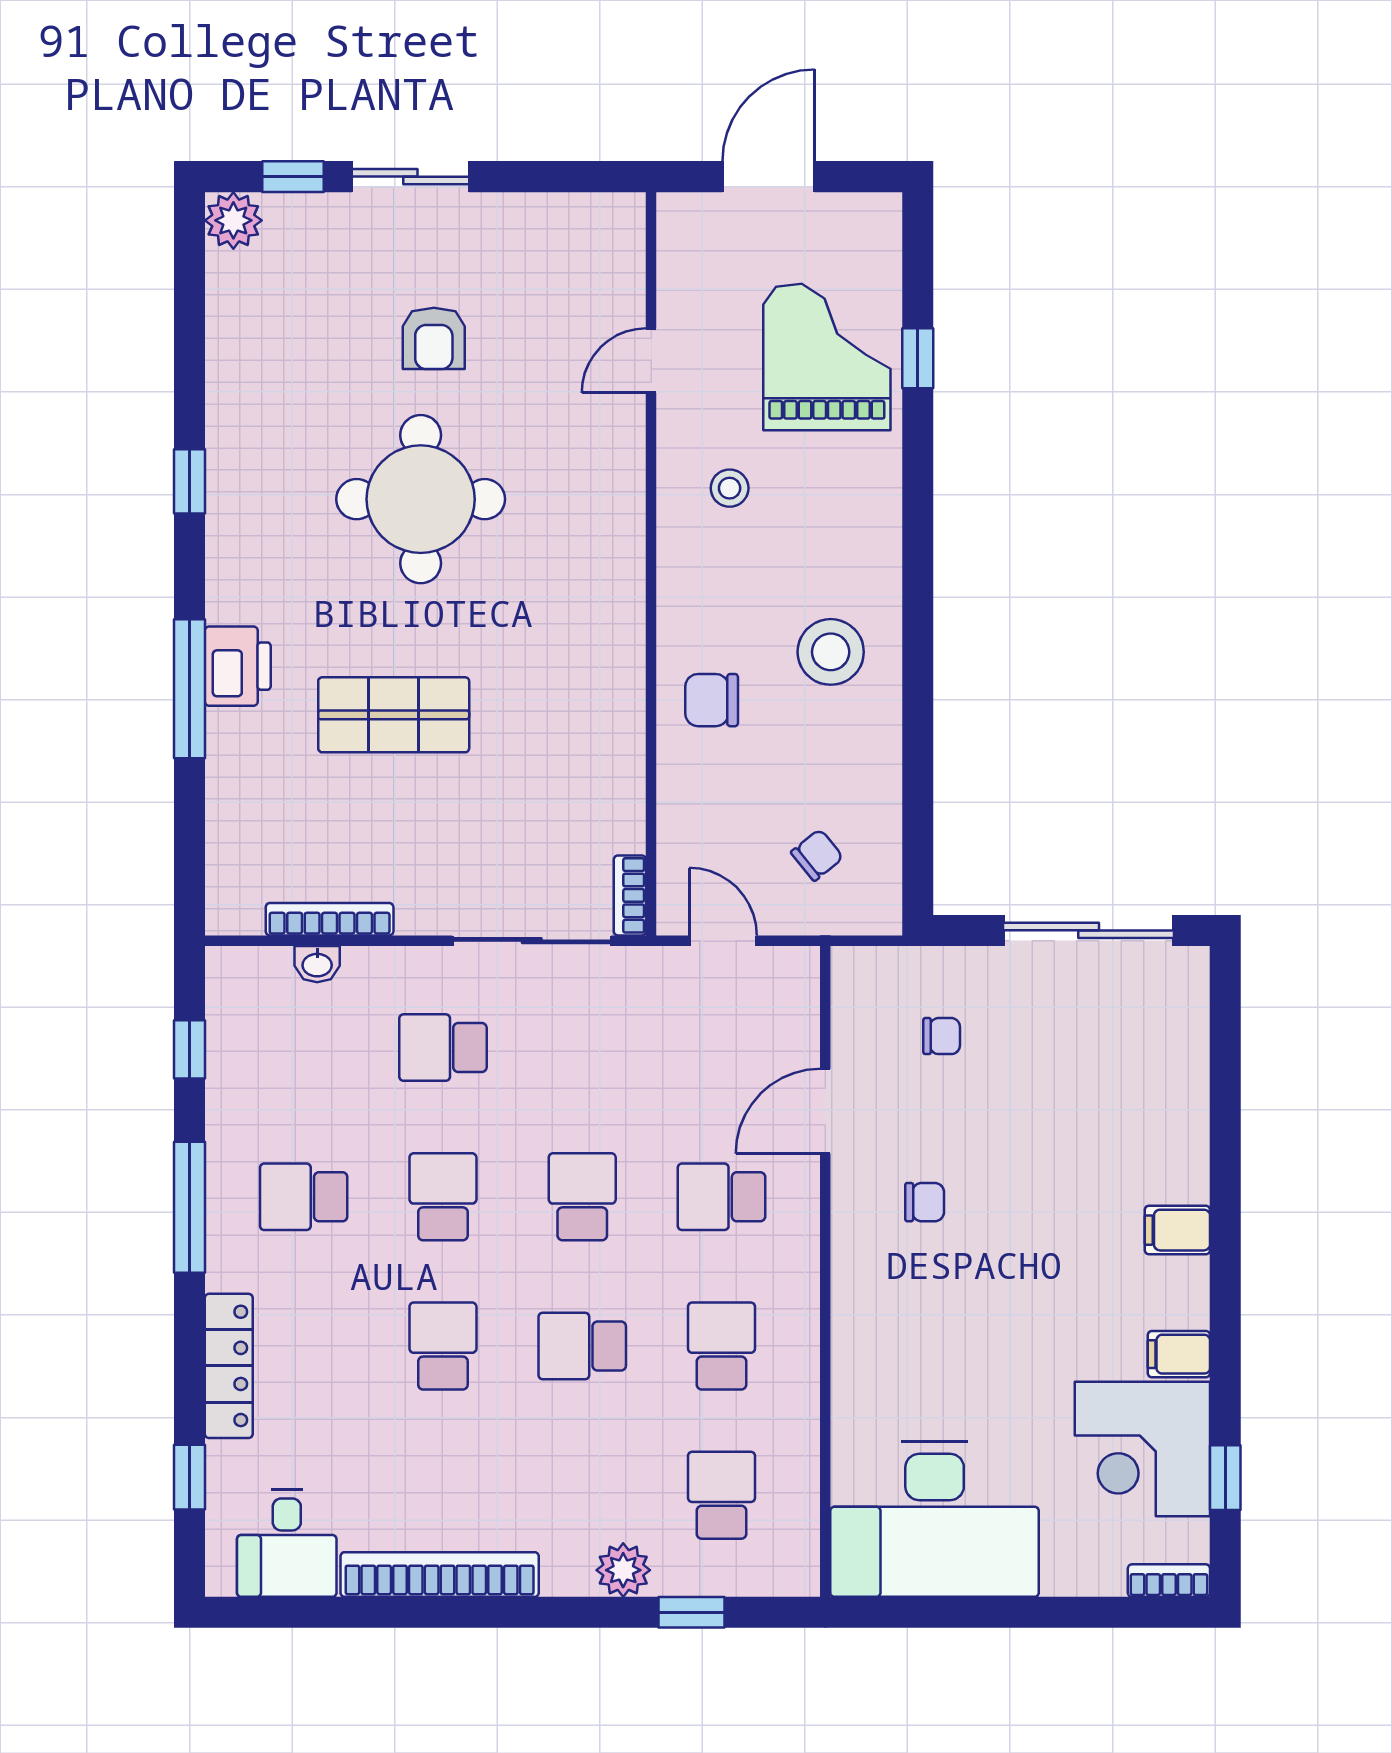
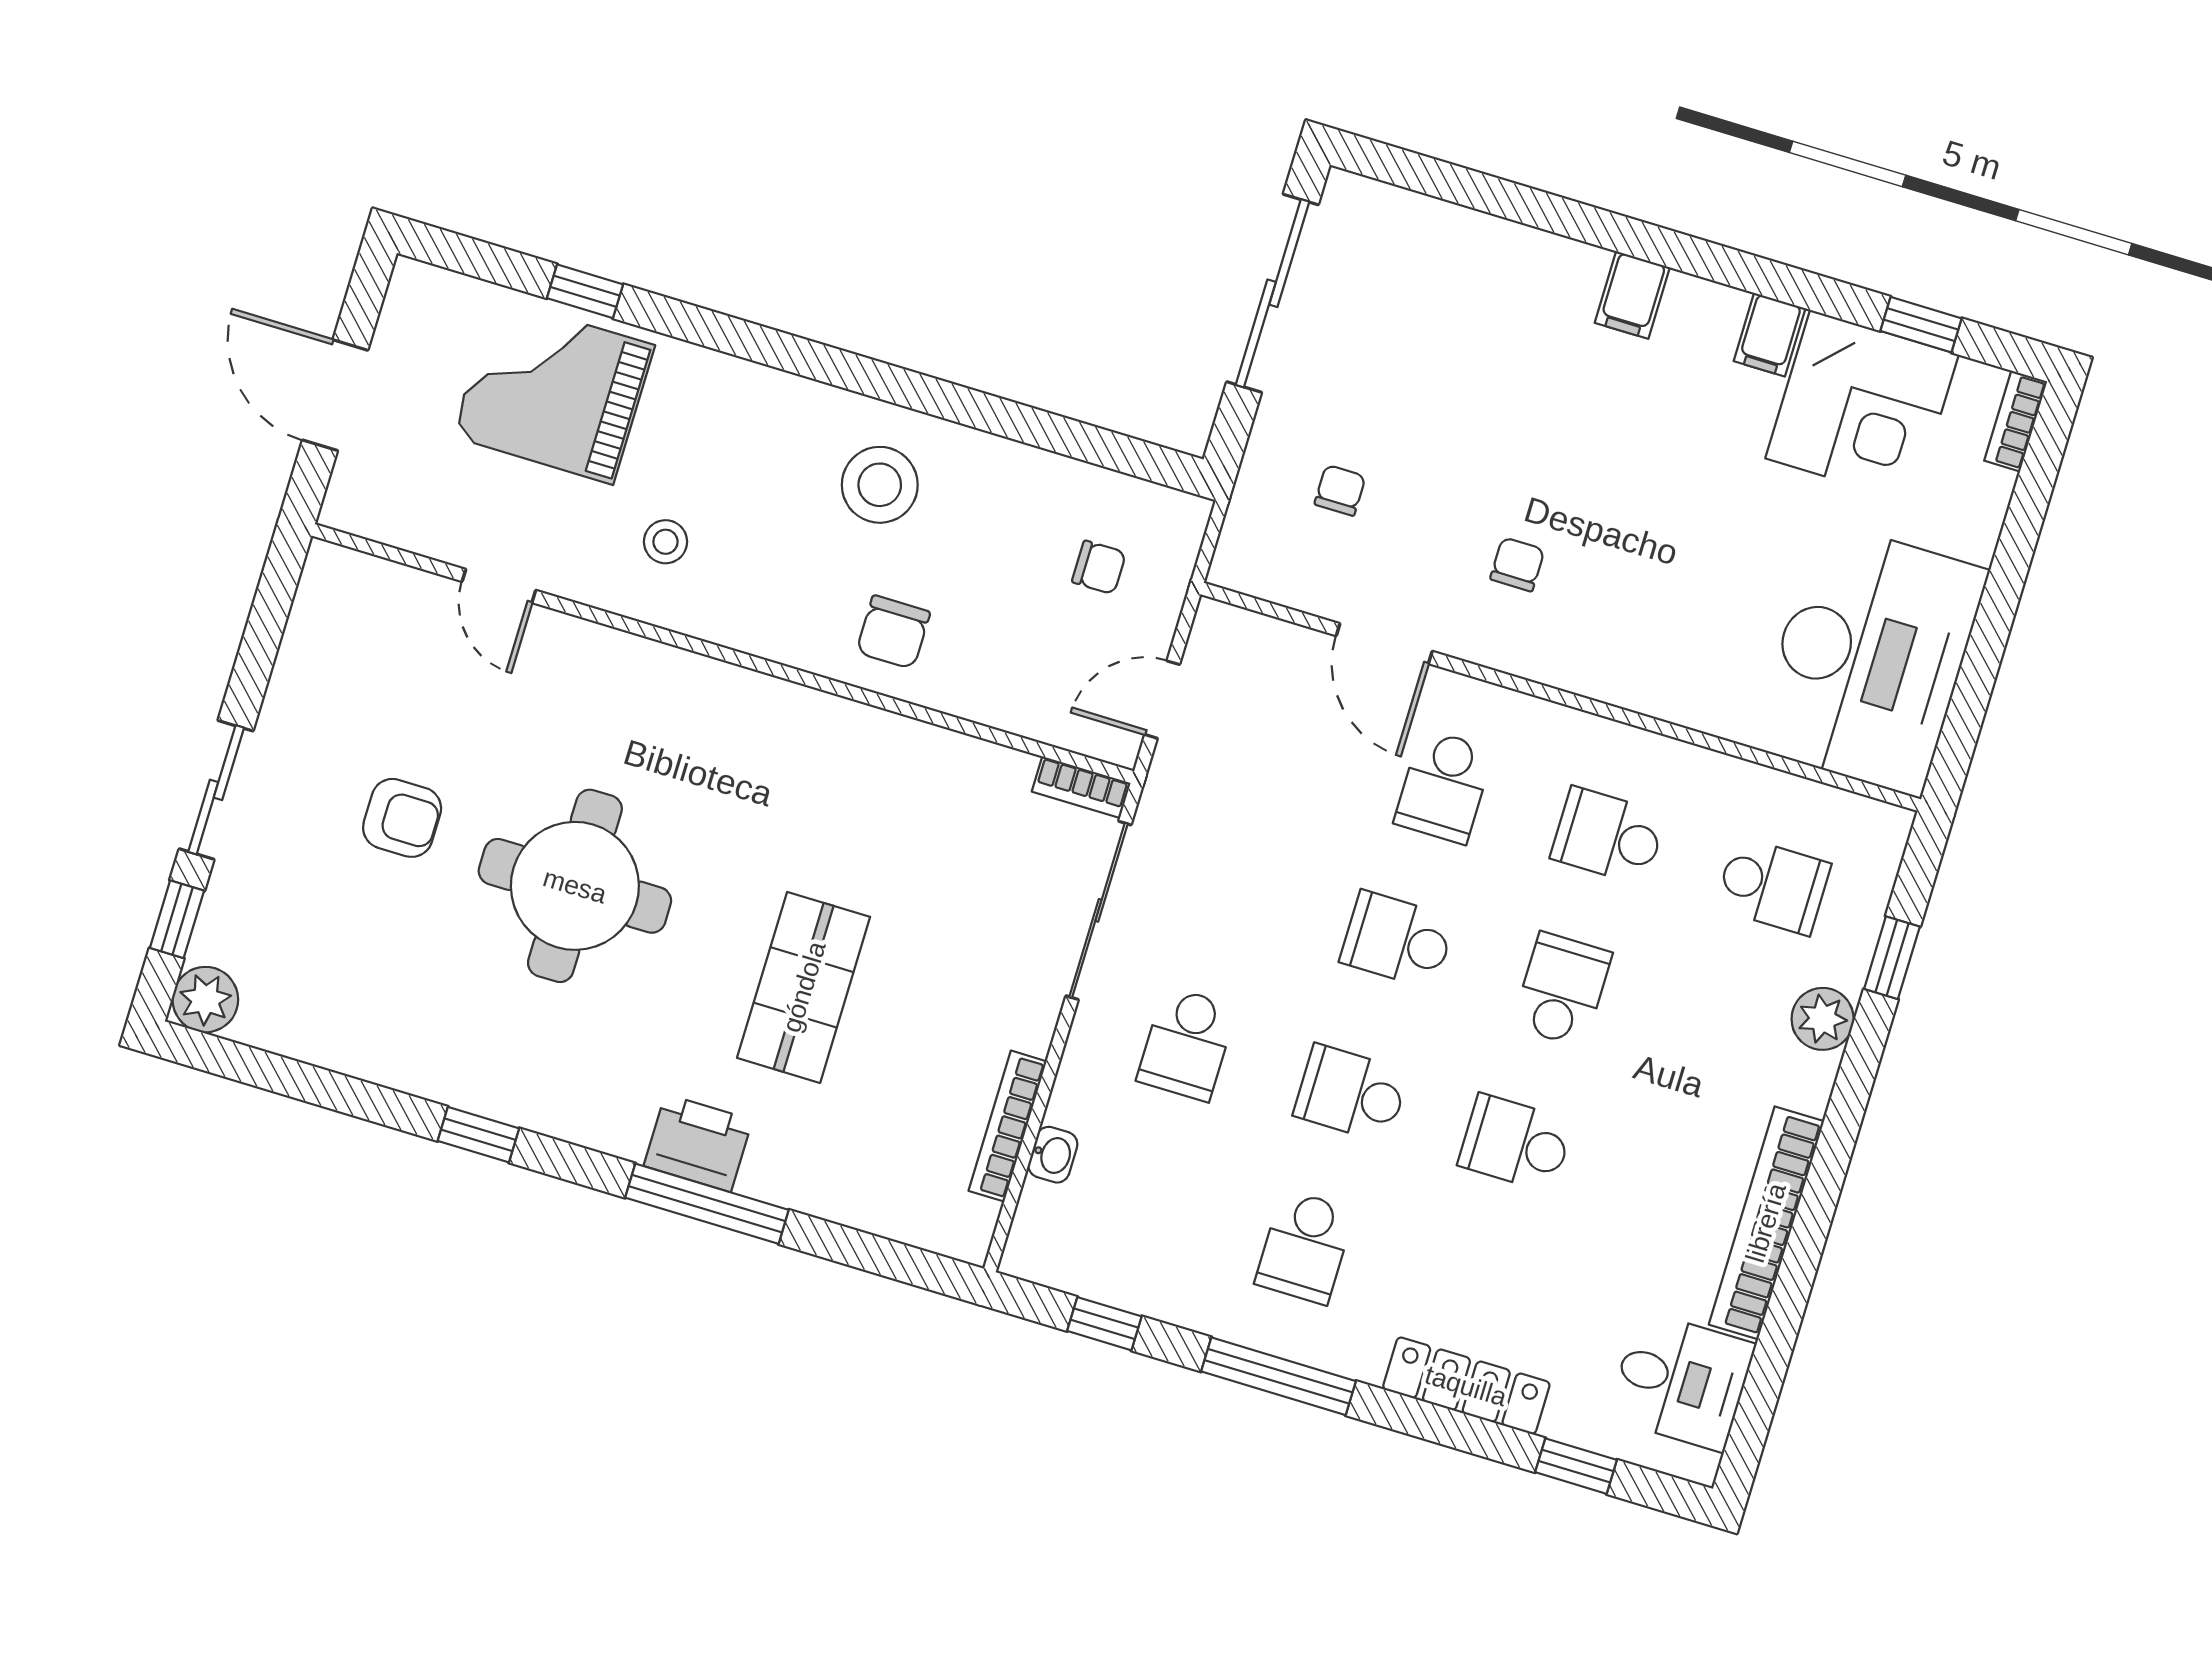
chair: (817, 855) -> (1099, 567), turned 129
school desk: (582, 1346) -> (1562, 990), turned 180
school desk: (722, 1495) -> (1773, 886), turned 180

